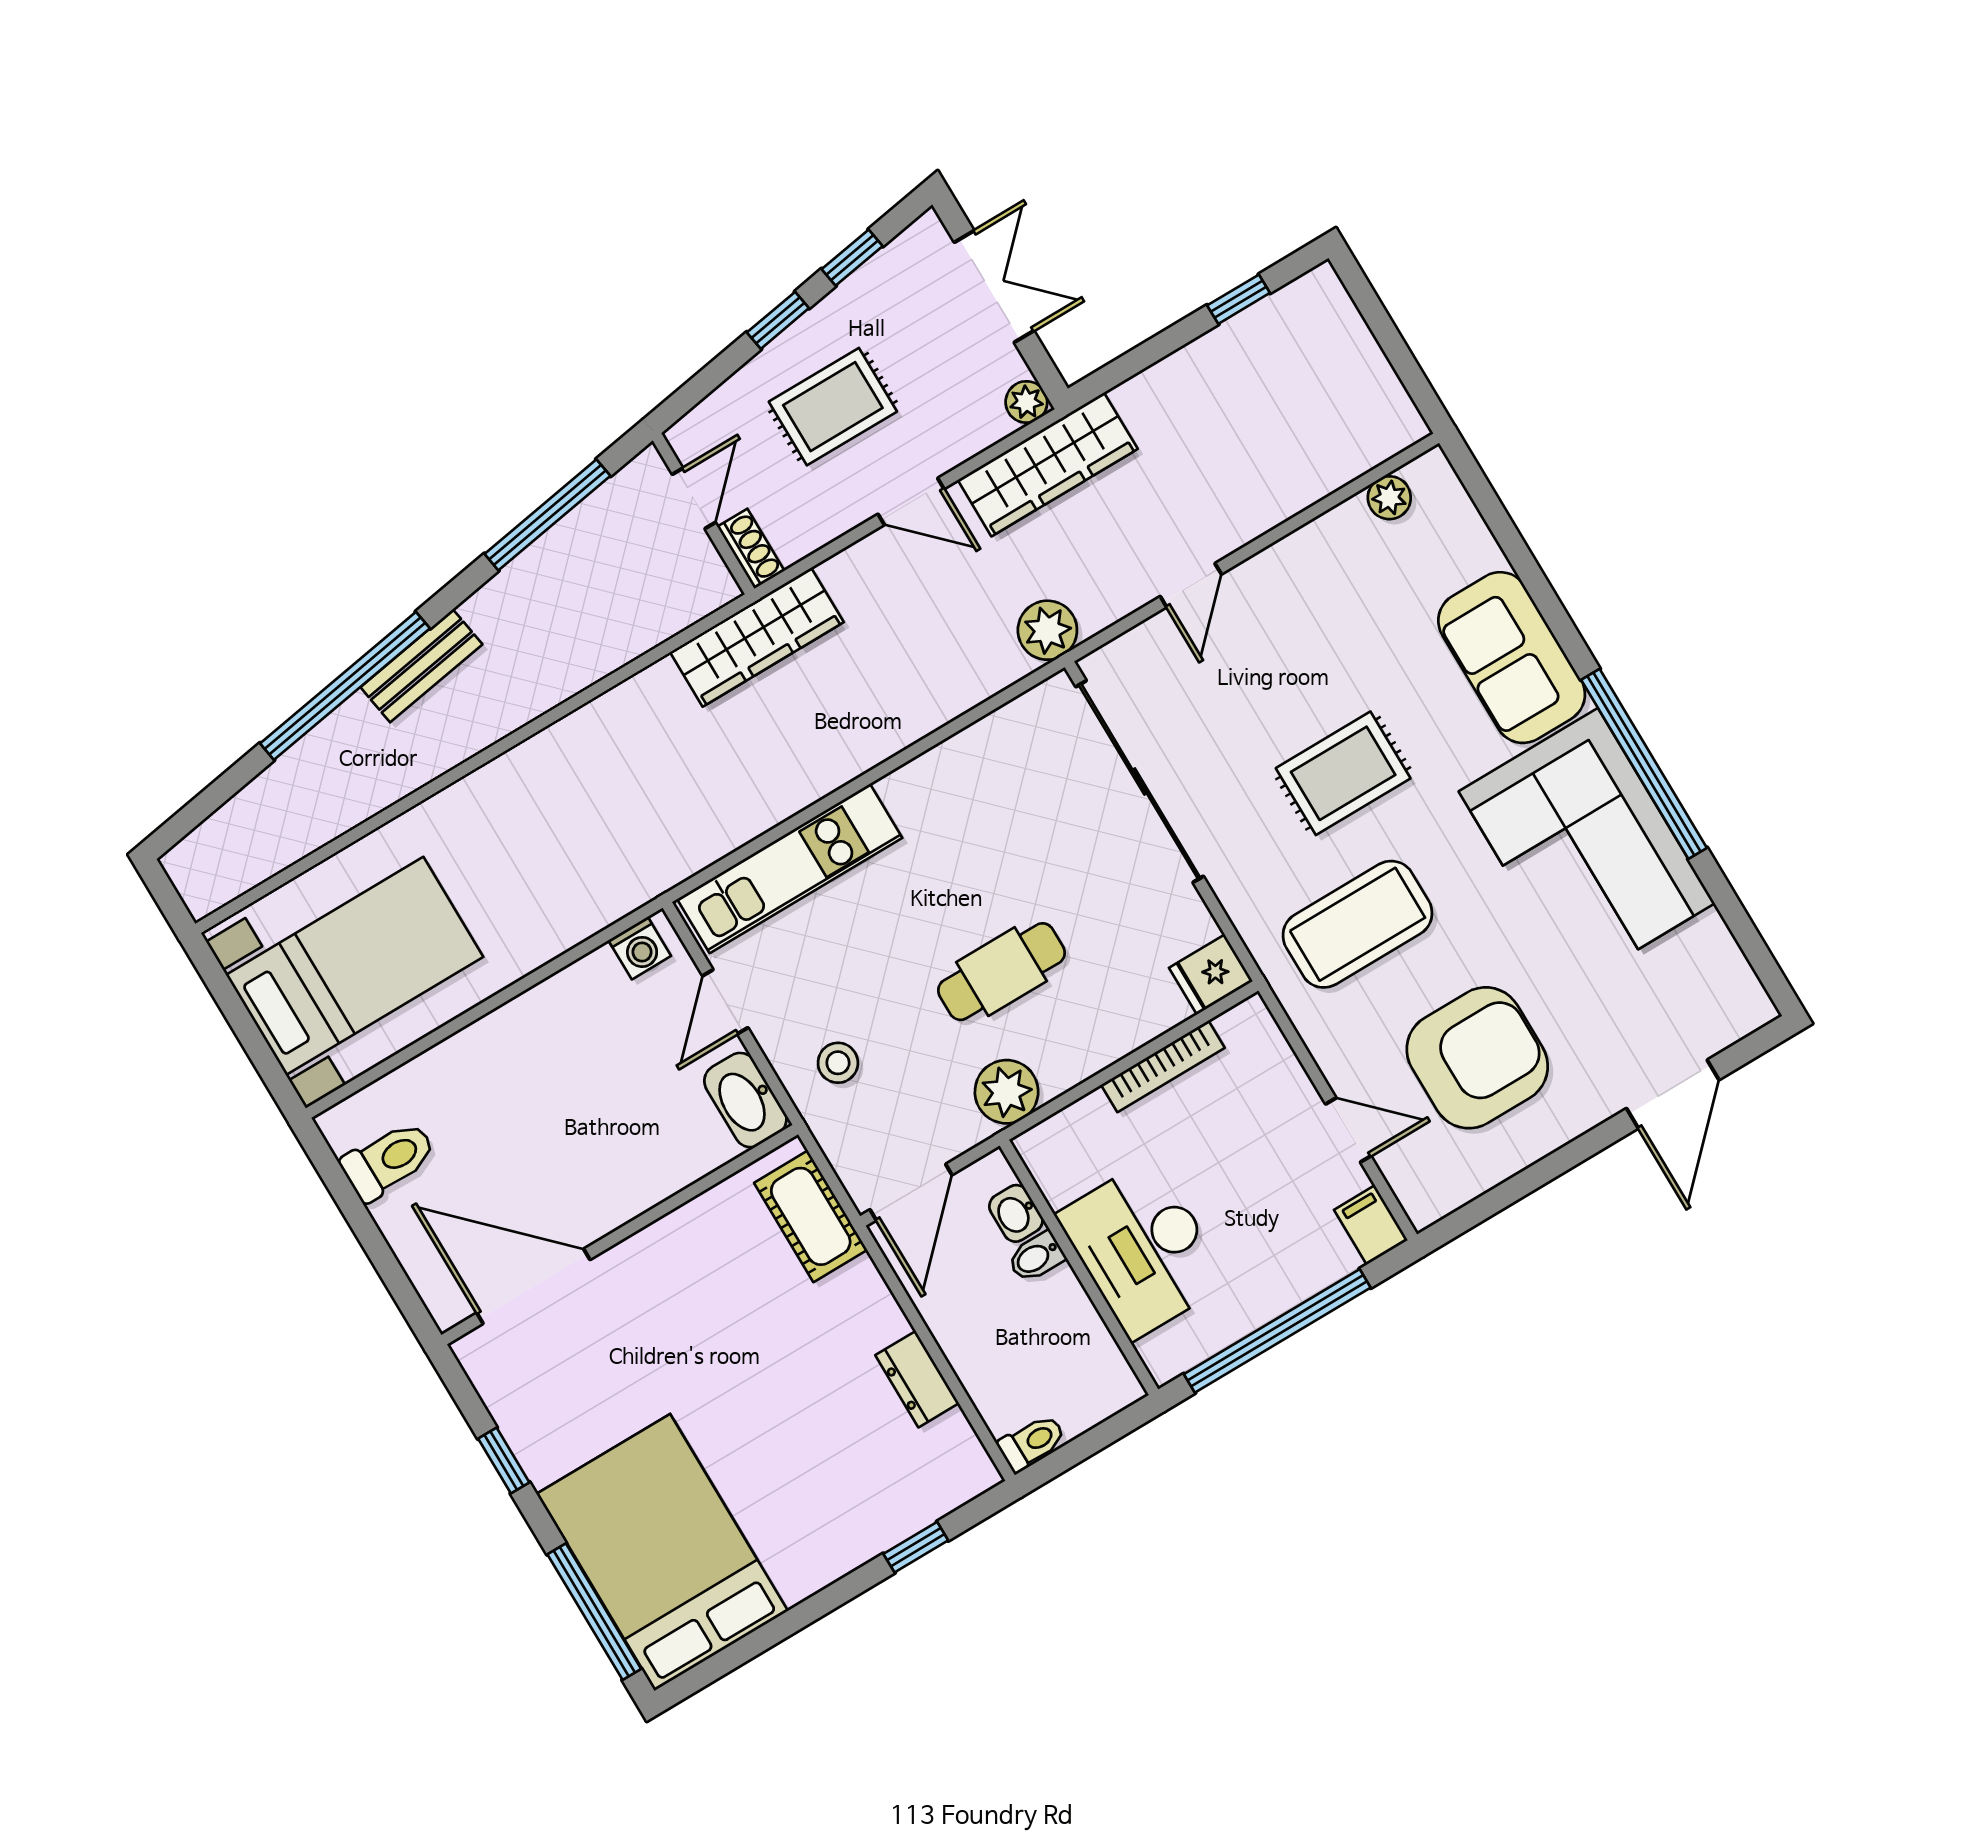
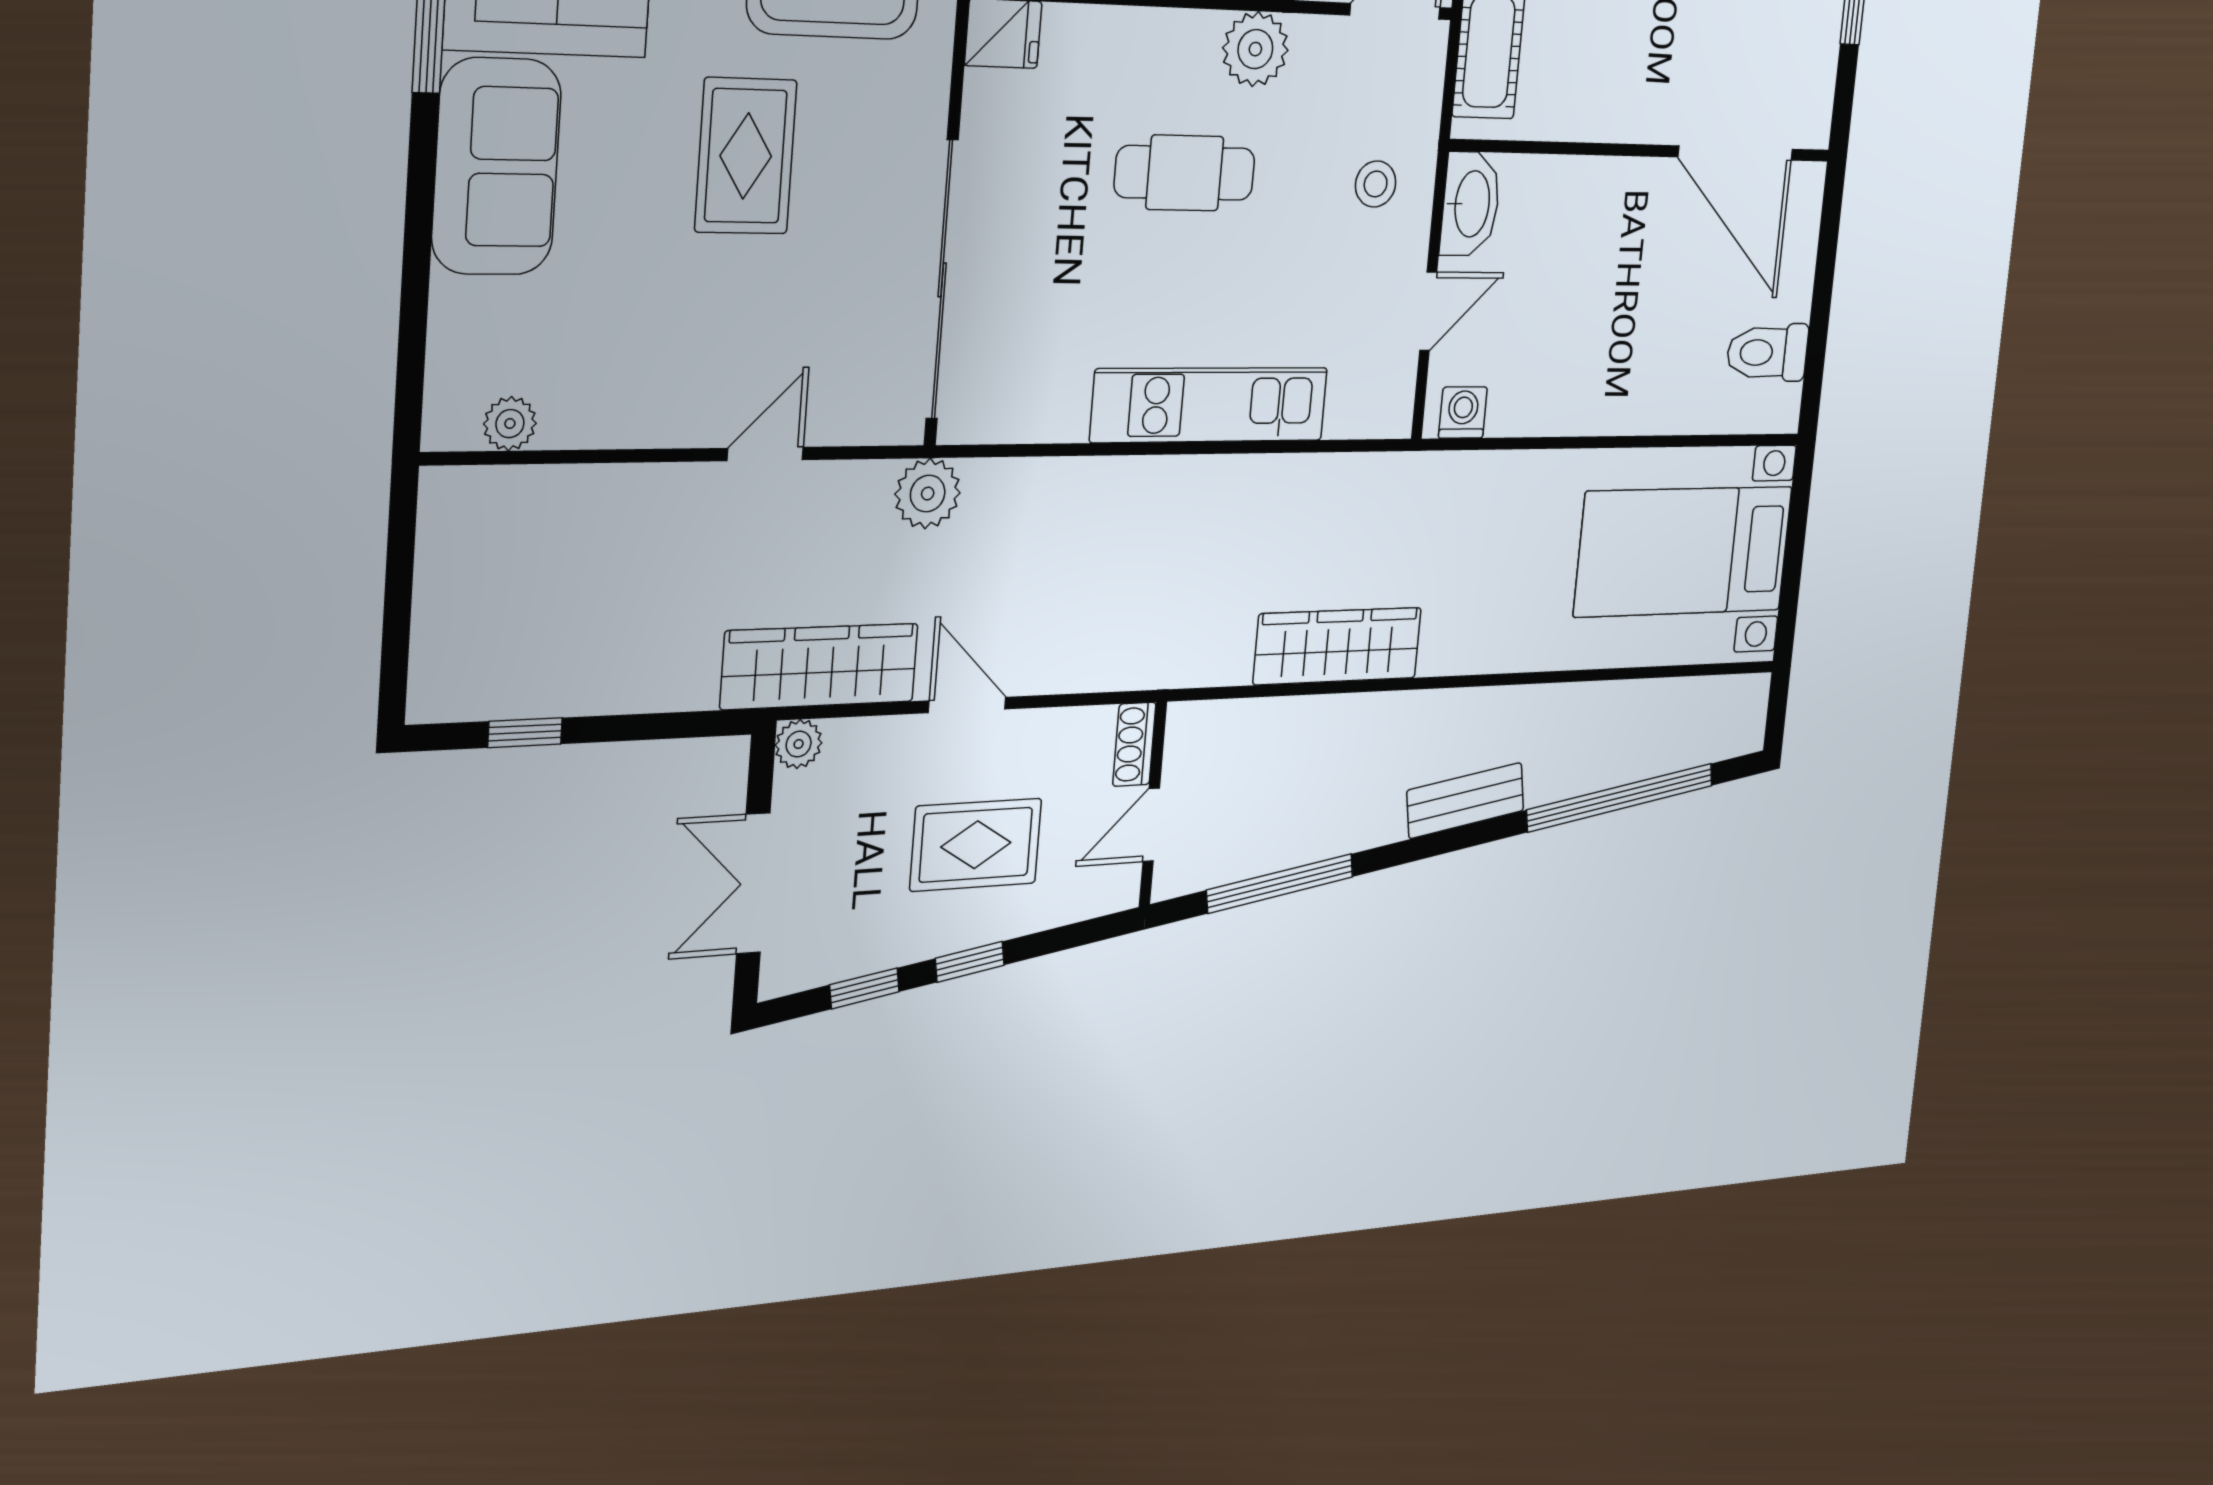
wardrobe: (757, 637) -> (1338, 646), moved
window: (345, 686) -> (1620, 798), moved
rug: (1343, 773) -> (746, 156), turned 90
kitchen unit: (790, 868) -> (1210, 405), moved

